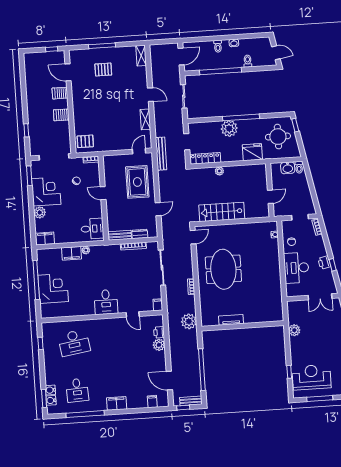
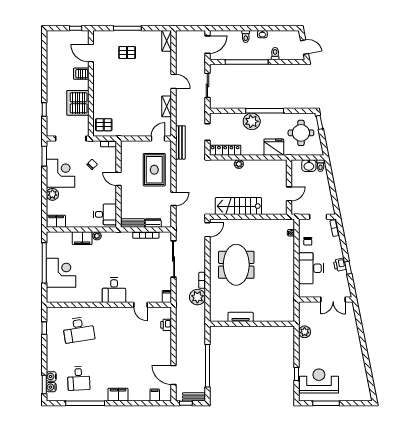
server rack: (61, 115) -> (78, 103), width x2.18, depth x1.44
plant: (189, 321) -> (197, 297), moved
plant: (159, 345) -> (165, 338), removed

